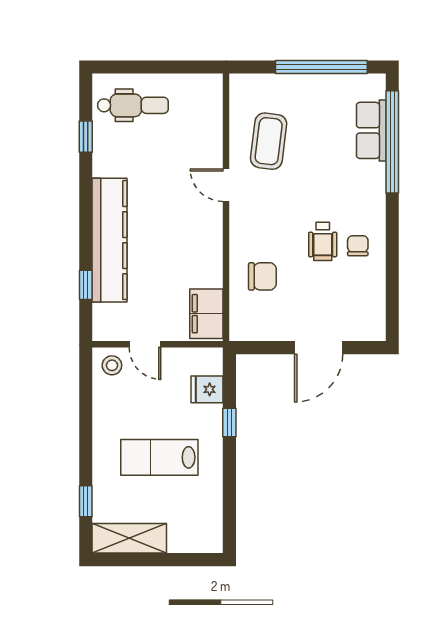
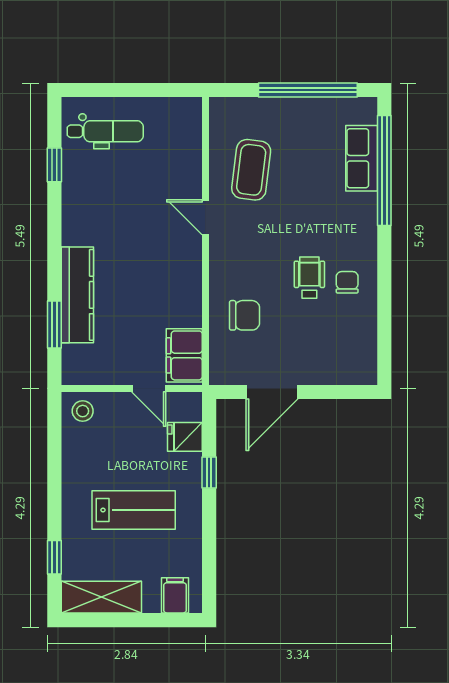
kitchen counter: (110, 240) -> (77, 295), width x0.72, depth x0.86
wheelchair: (323, 241) -> (309, 278), turned 180
window: (86, 285) -> (54, 324), width x1.50
door: (145, 344) -> (149, 388), moved
door: (319, 348) -> (272, 392), moved
lab bench: (159, 457) -> (134, 510), turned 180
filing cabinet: (198, 537) -> (175, 595), added

